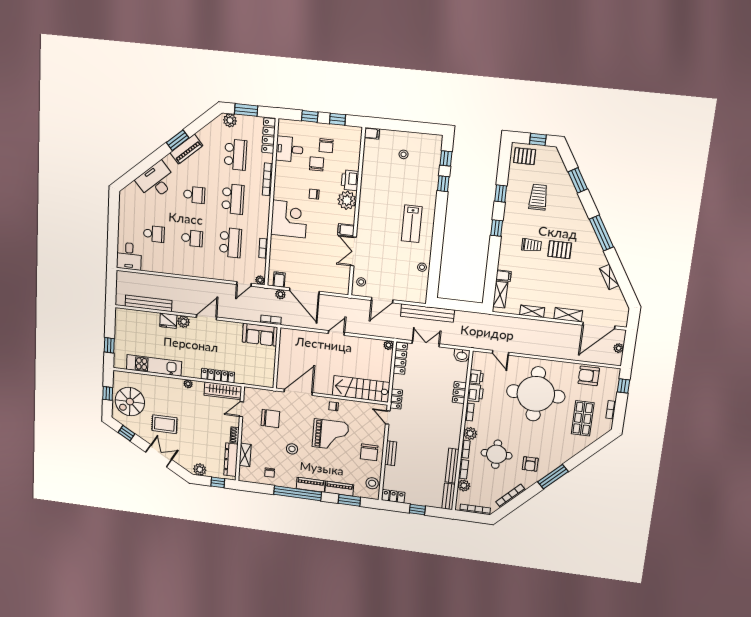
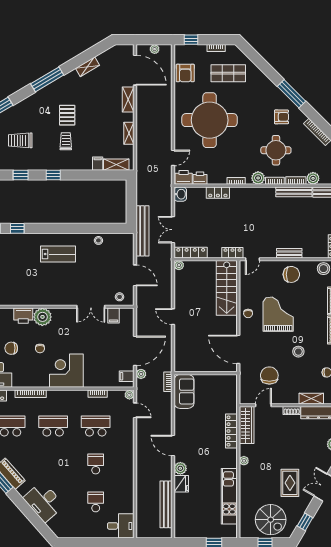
school desk: (194, 195) -> (53, 464), removed
filing cabinet: (346, 230) -> (113, 316), moved
printer: (475, 393) -> (184, 177), moved
door: (241, 409) -> (263, 405), swing flipped

